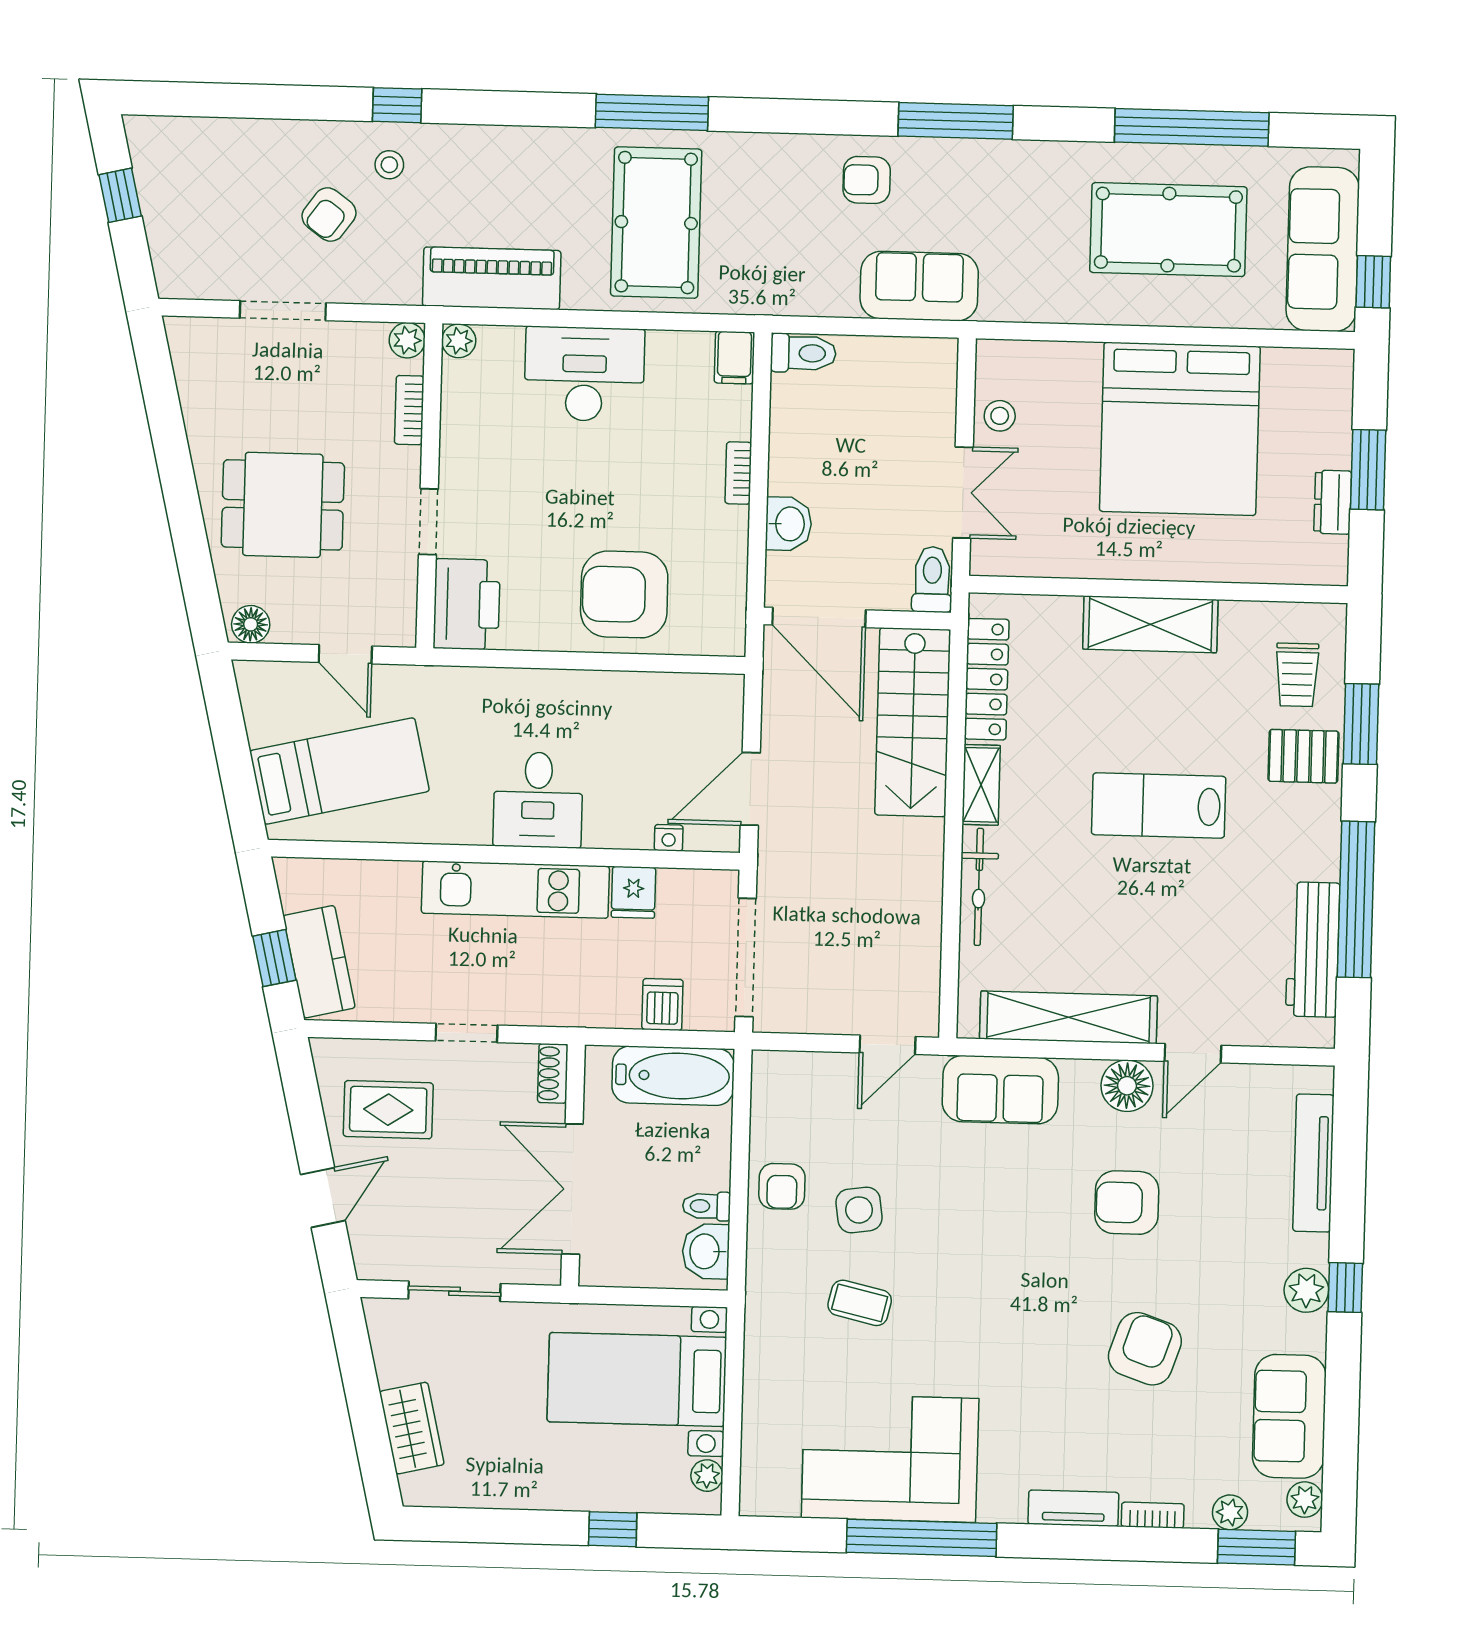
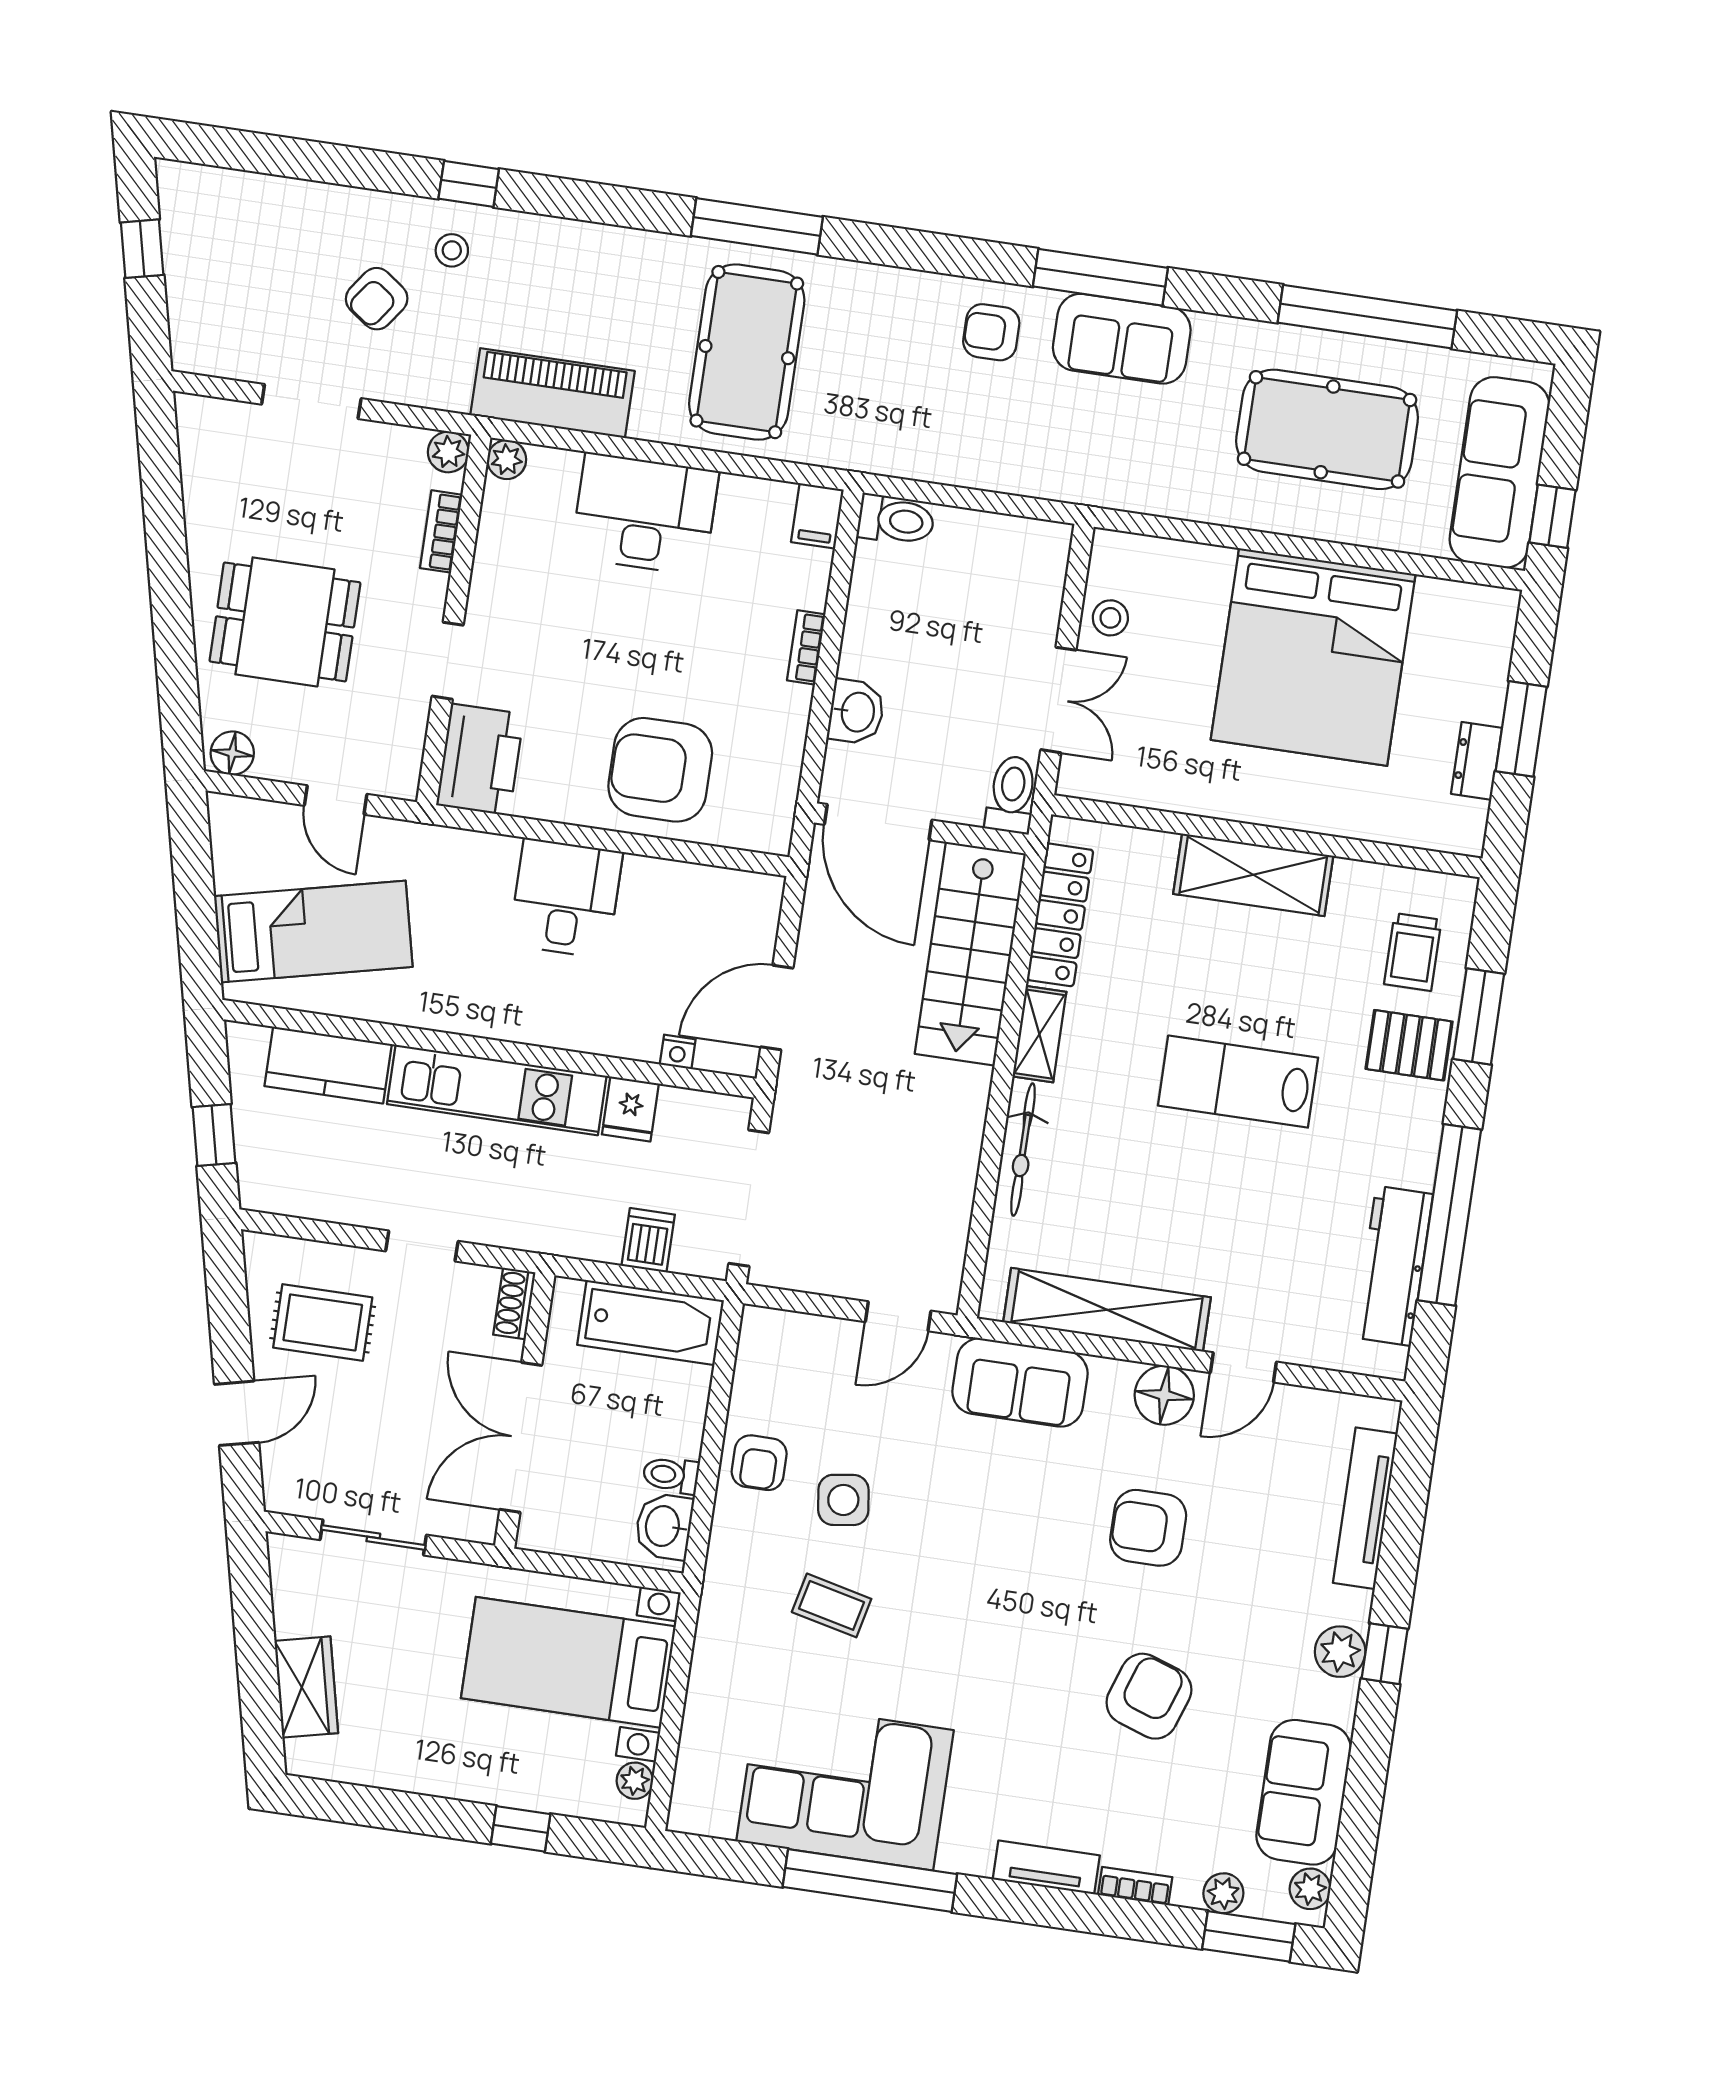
sofa: (919, 286) -> (1122, 339), moved, turned 180
desk: (538, 800) -> (566, 898), moved, turned 180
kitchen counter: (319, 962) -> (328, 1065), moved, turned 103

